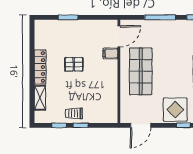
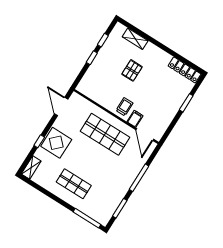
pallet: (74, 64) -> (132, 70), moved
locker: (40, 67) -> (185, 70), moved
trolley: (74, 113) -> (124, 107), moved

